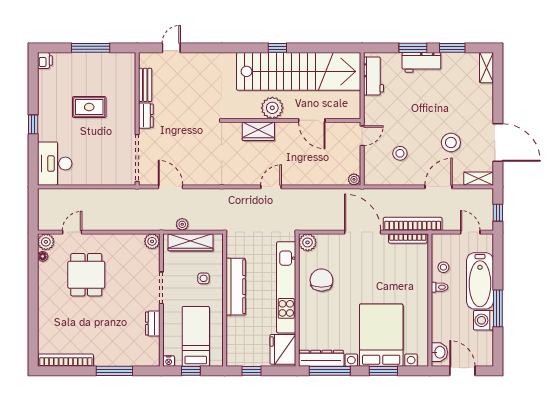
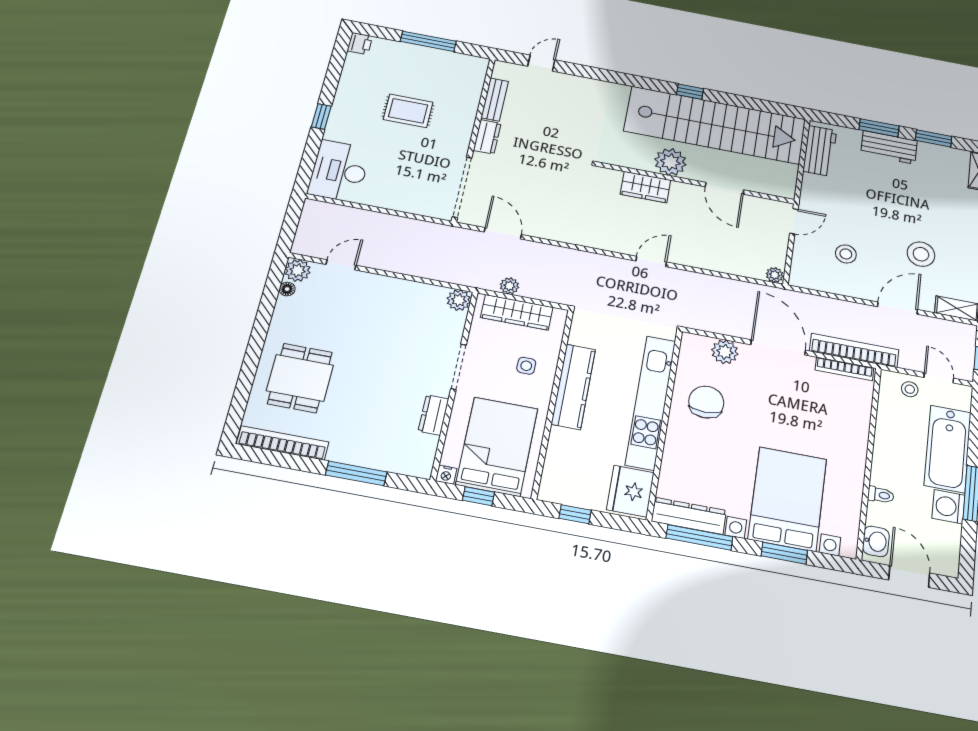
plant: (308, 242) -> (725, 352), moved
stool: (443, 267) -> (910, 389), moved
dining table: (86, 275) -> (300, 378), moved
toilet: (440, 287) -> (881, 495), moved
bed: (196, 336) -> (497, 446), width x1.50

